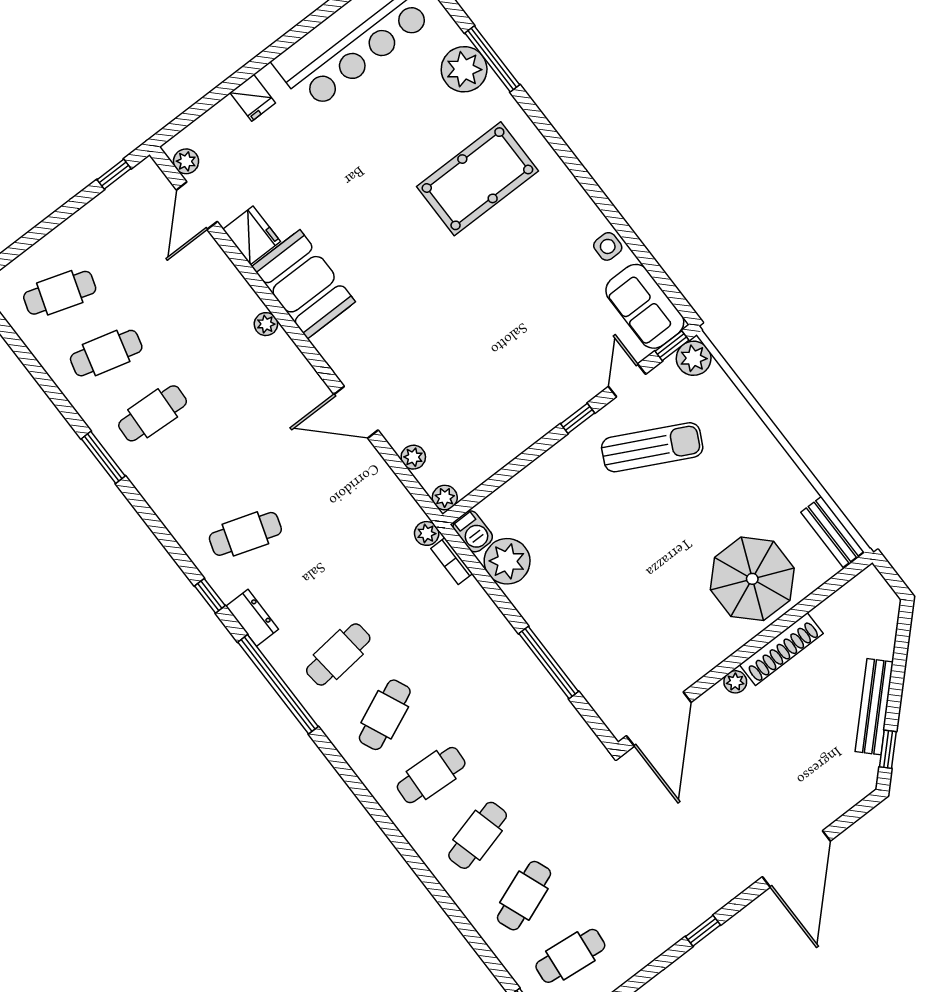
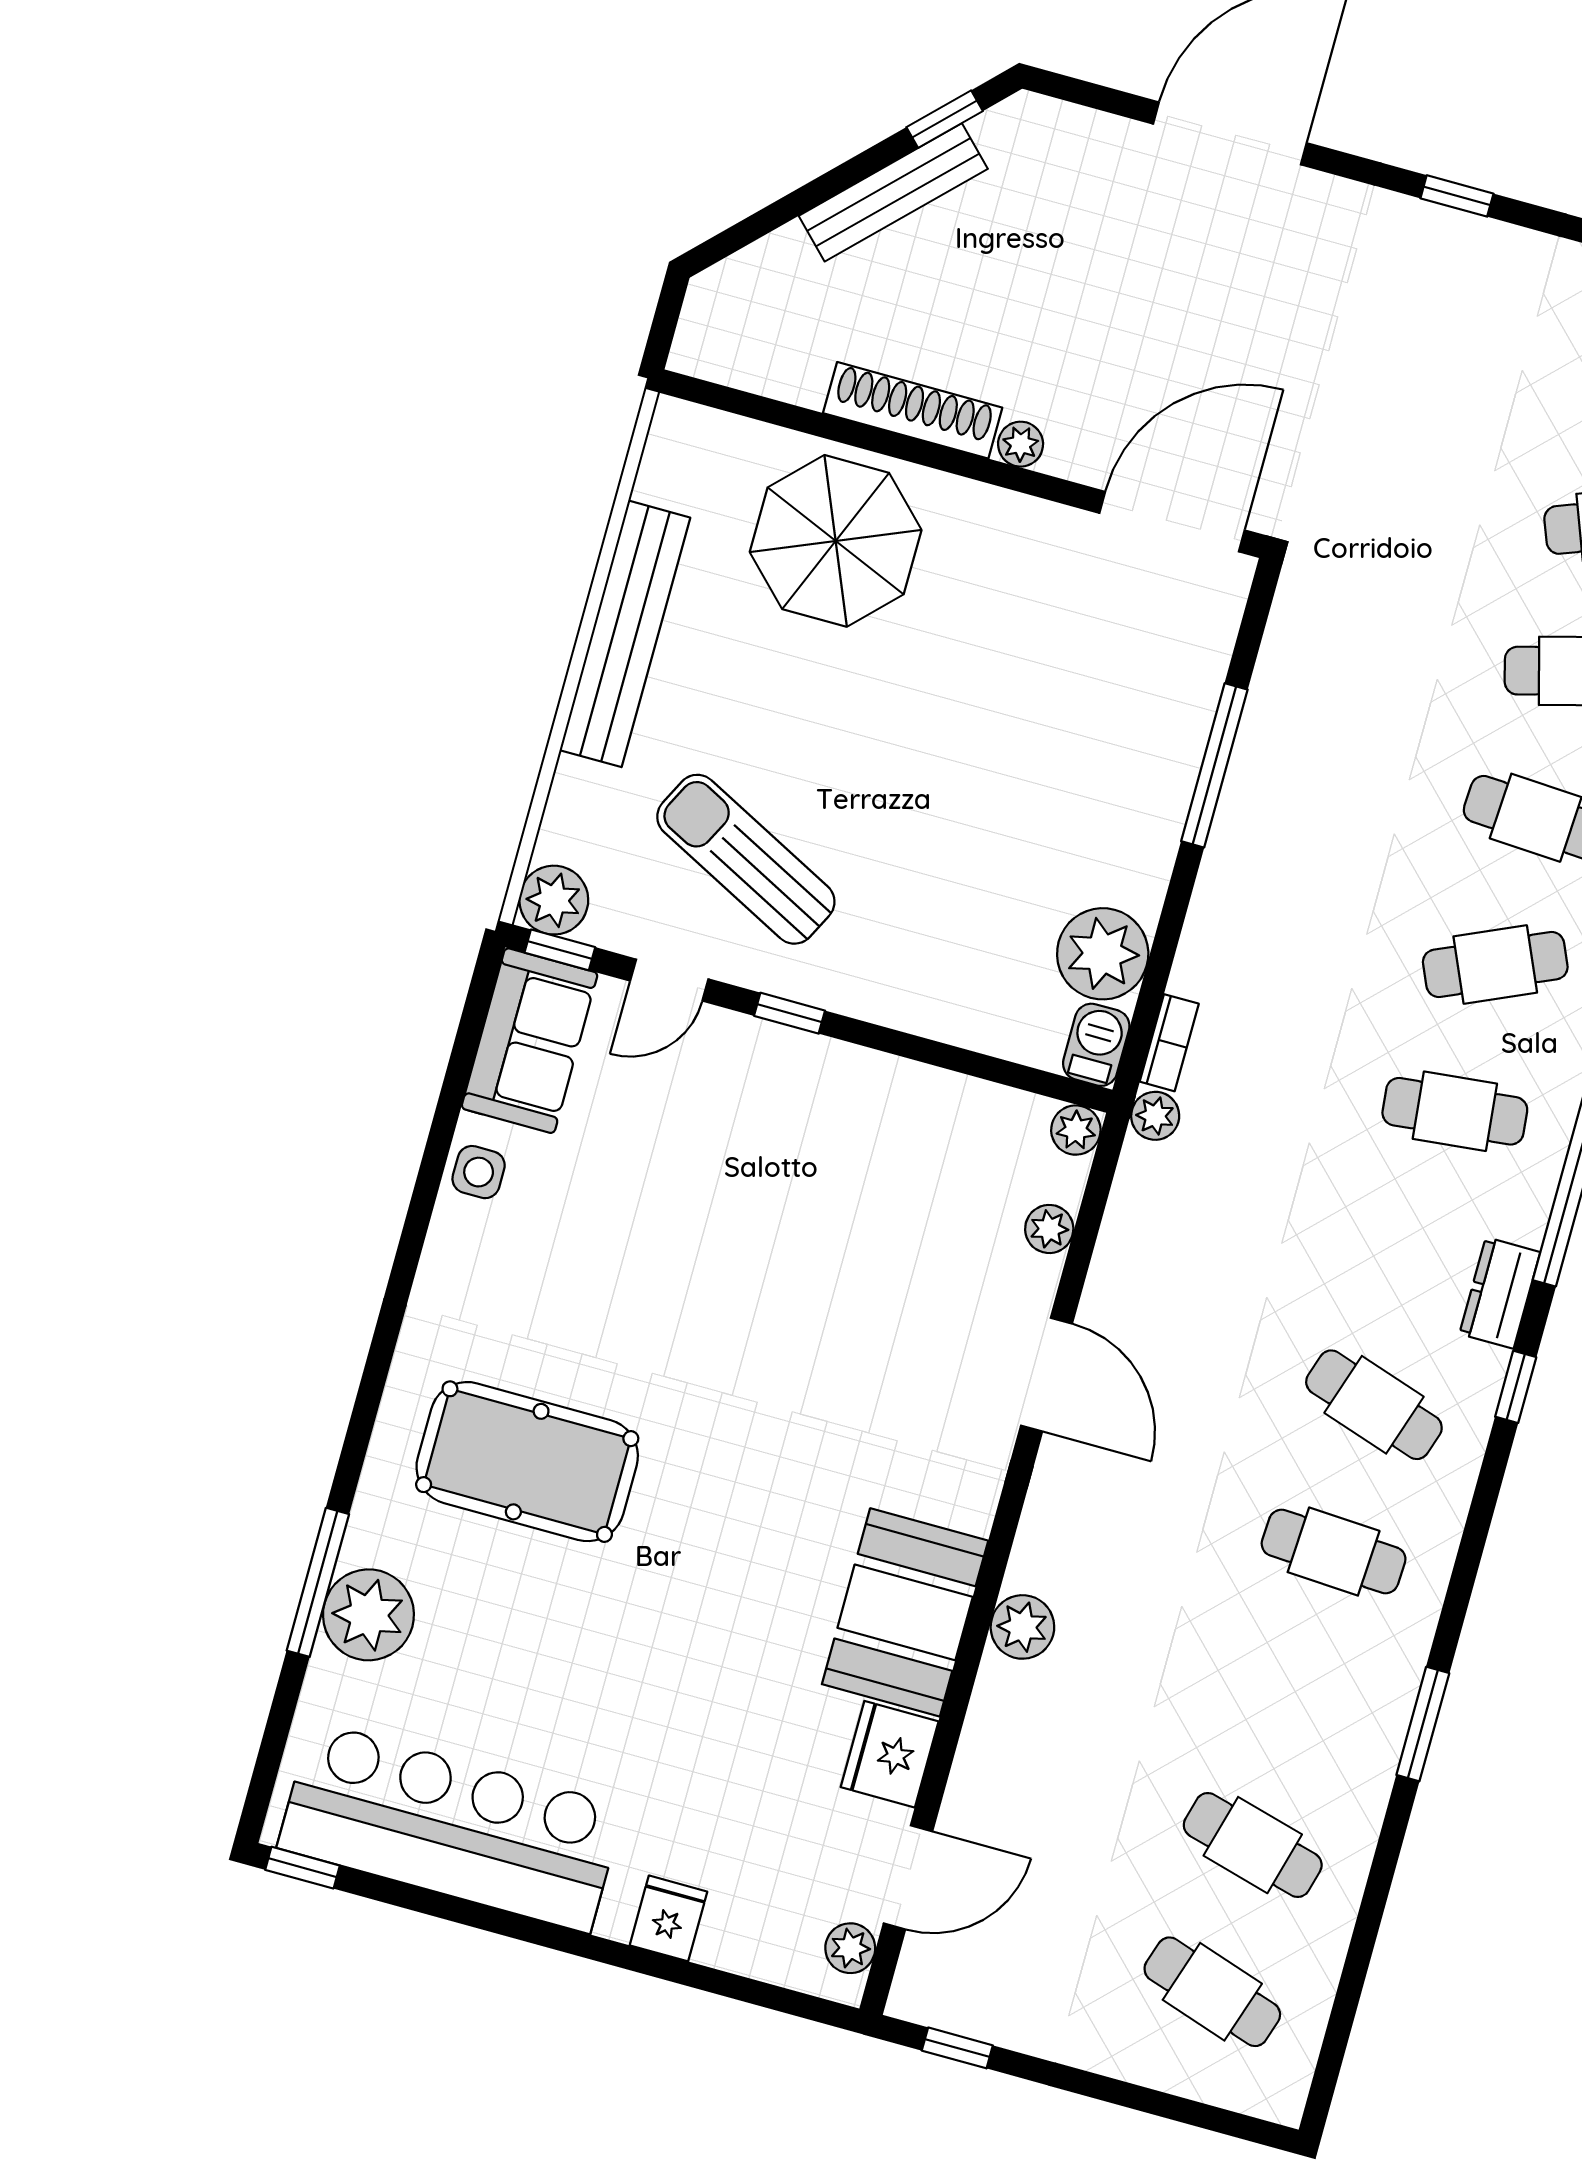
plant: (266, 324) -> (1022, 1627), width x1.38, depth x1.38
cafe table: (153, 413) -> (1334, 1552), moved
bench: (832, 532) -> (625, 634), moved, width x1.86, depth x1.21

